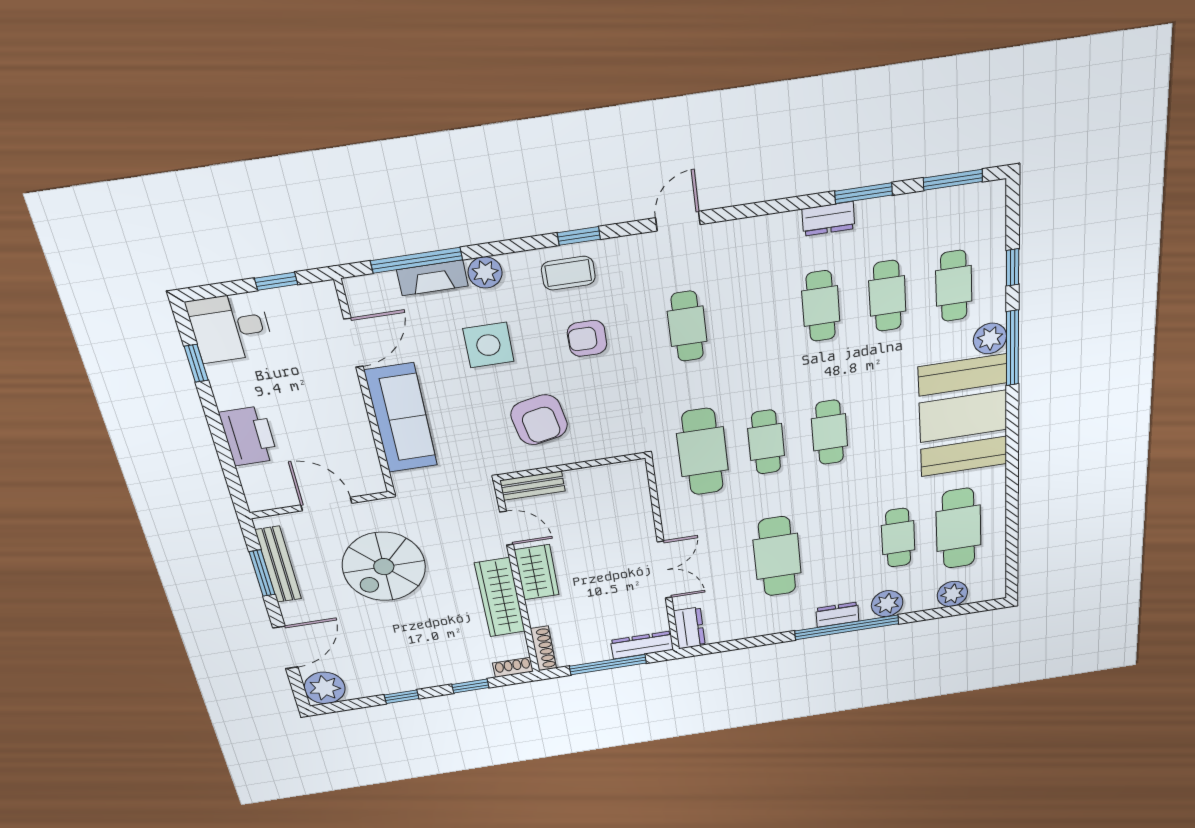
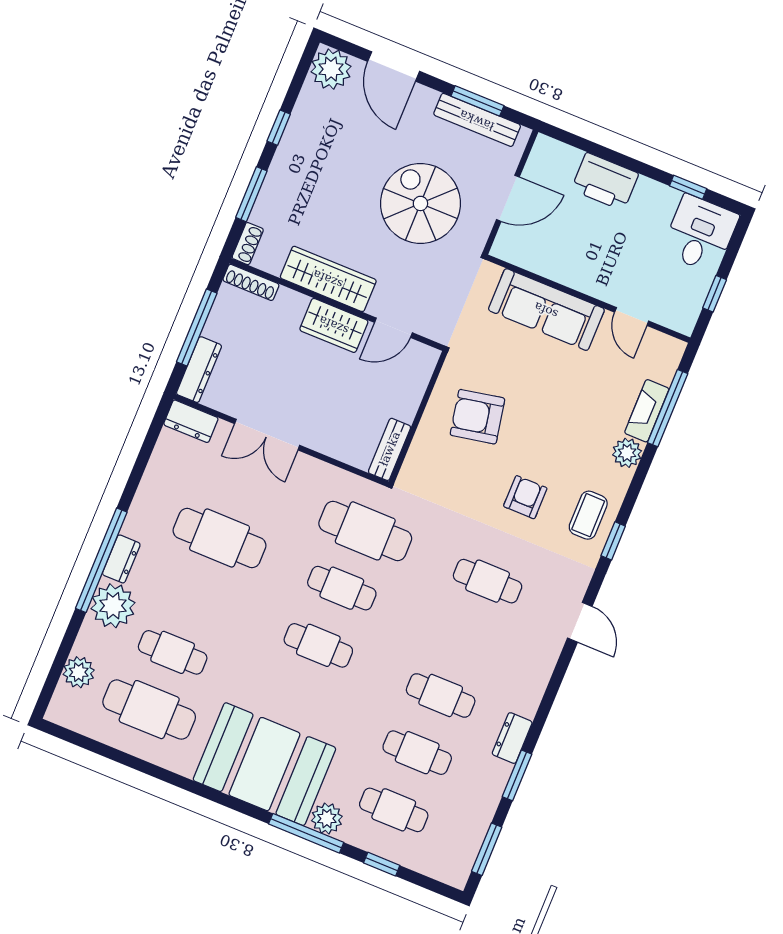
door: (353, 343) -> (632, 317), width x0.73
side table: (488, 345) -> (567, 418), removed
bench: (532, 486) -> (390, 449), moved
plant: (887, 604) -> (113, 606), width x1.36, depth x1.36
window: (470, 686) -> (251, 194), width x1.50

